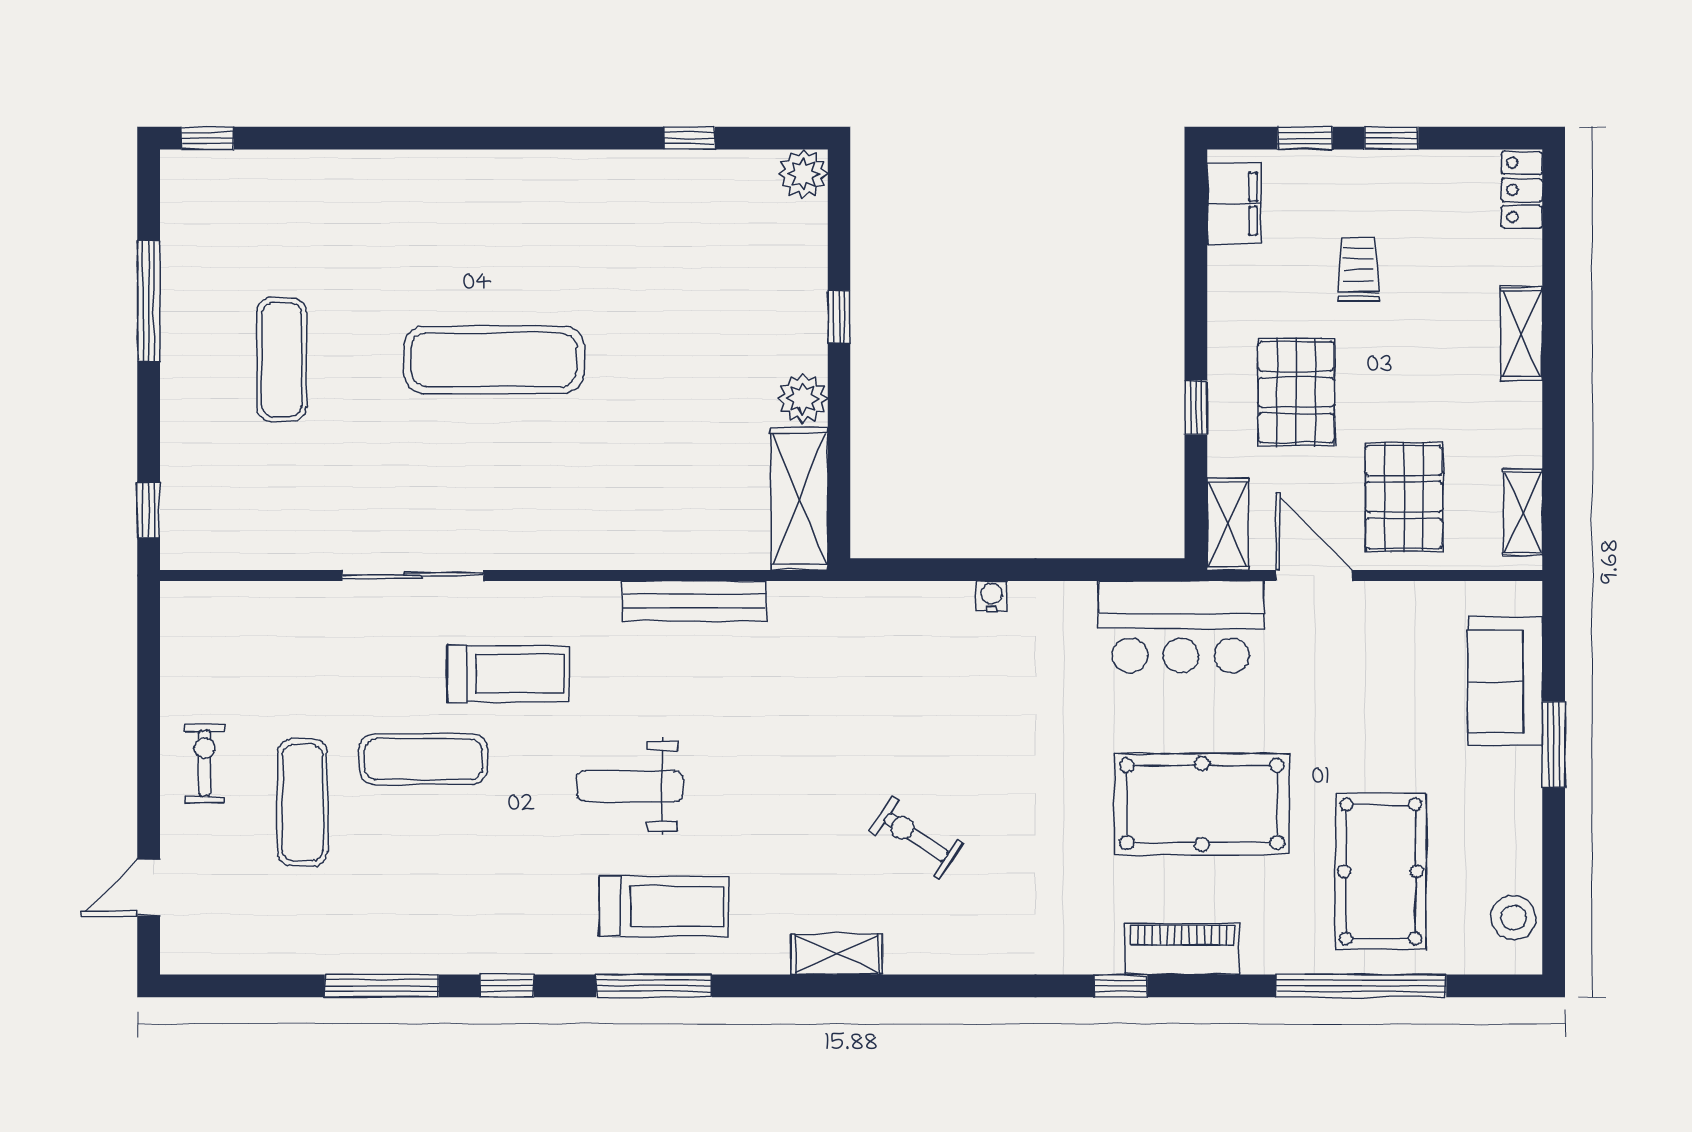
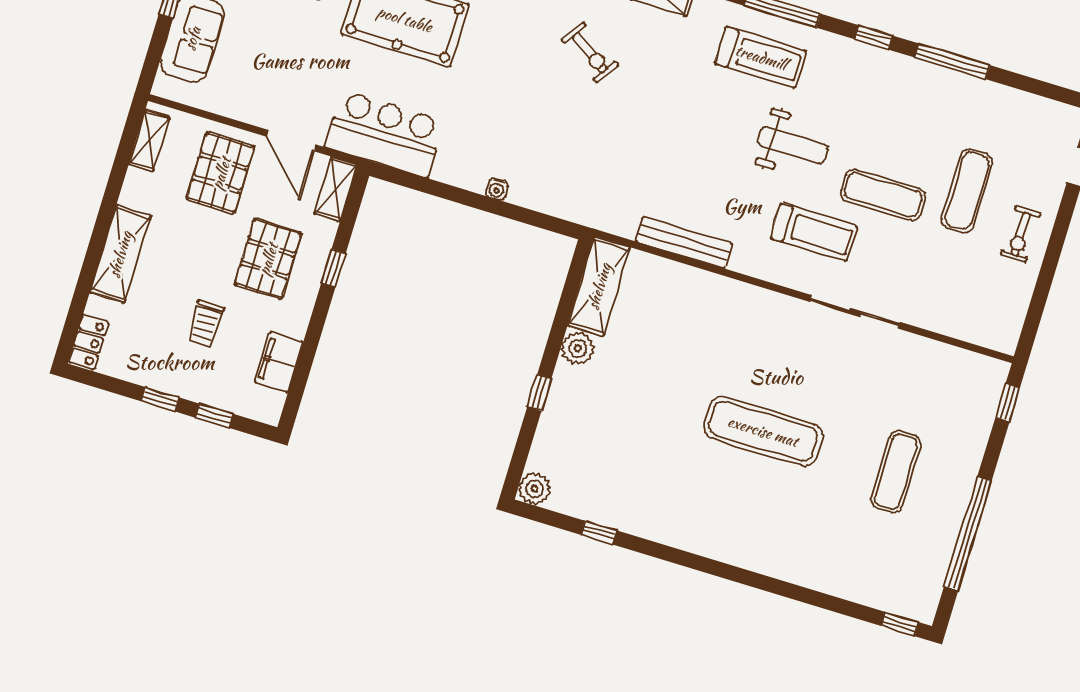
filing cabinet: (1234, 204) -> (279, 362), moved
window: (149, 301) -> (968, 534), width x1.46
shelving: (1521, 334) -> (120, 254), width x1.50, depth x1.33
treadmill: (508, 674) -> (814, 232), turned 180
weight bench: (630, 786) -> (793, 145), moved
treadmill: (664, 906) -> (761, 57), turned 180

